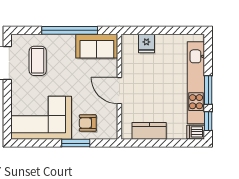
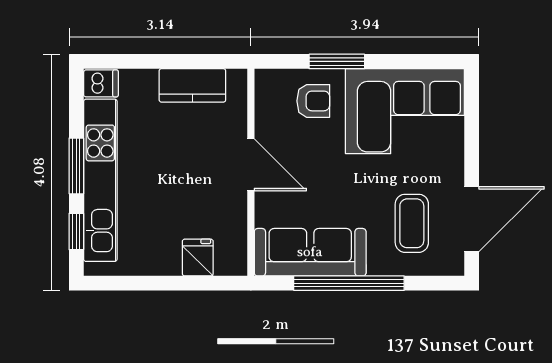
sofa: (97, 46) -> (310, 252), width x1.36
window: (208, 121) -> (76, 231), moved

